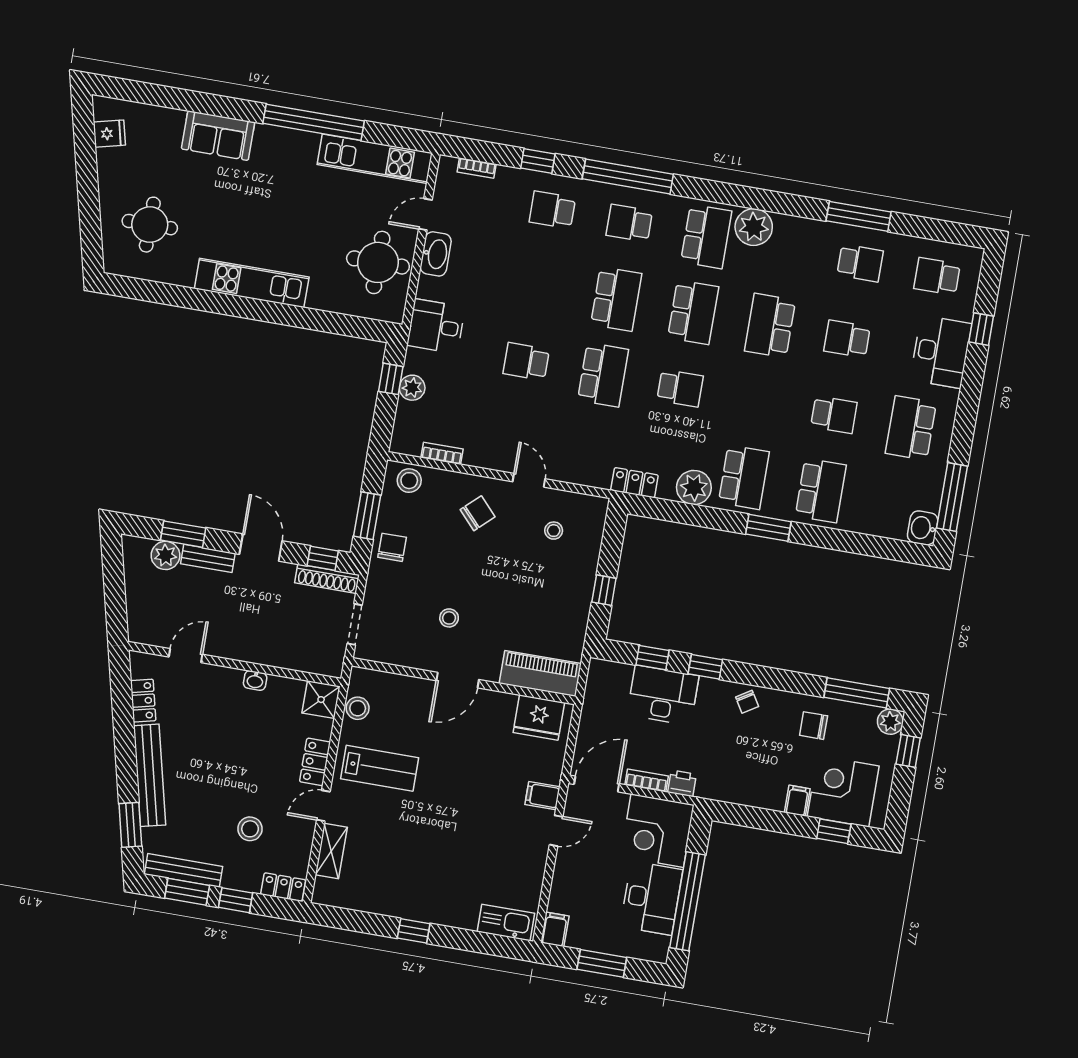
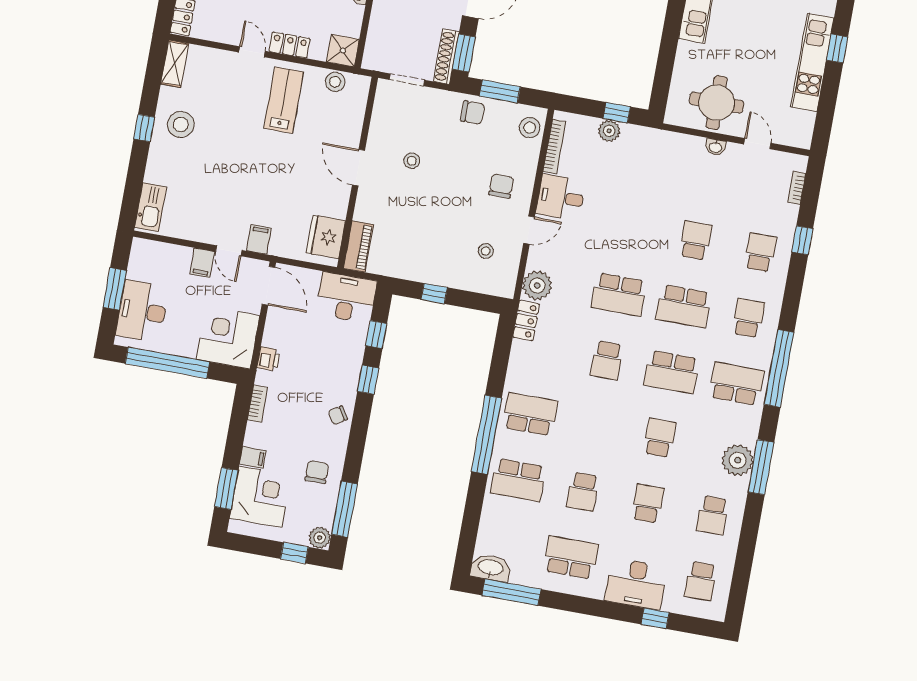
window: (314, 122) -> (837, 48), width x0.32
kitchen unit: (375, 159) -> (812, 62), moved
window: (628, 177) -> (779, 368), moved
window: (859, 216) -> (761, 467), moved
plant: (754, 227) -> (738, 460), moved
school desk: (706, 236) -> (736, 384), turned 180
washbasin: (436, 254) -> (715, 147), width x0.52, depth x0.69
school desk: (937, 276) -> (701, 581), turned 180
desk: (436, 326) -> (561, 197), moved, turned -90
school desk: (770, 326) -> (660, 438), width x0.54
school desk: (526, 362) -> (695, 240), moved
bookcase: (442, 453) -> (554, 147), width x1.56
school desk: (744, 477) -> (530, 414), turned 180
plant: (694, 487) -> (537, 285), moved
chair: (478, 513) -> (501, 186), turned -137
window: (768, 528) -> (486, 435), width x2.11
washbasin: (923, 528) -> (491, 568), width x1.38
window: (323, 558) -> (464, 53), width x1.50
piano: (540, 674) -> (358, 246), width x0.73, depth x0.75
desk: (663, 695) -> (346, 298), moved, turned -90
lab bench: (380, 768) -> (284, 100), turned 180
bookcase: (647, 780) -> (257, 404), moved
window: (834, 831) -> (226, 489), width x1.50
shelving: (331, 851) -> (175, 64), moved, turned 90
stool: (409, 888) -> (181, 124), added
desk: (651, 898) -> (142, 311), moved, turned 90
filing cabinet: (555, 929) -> (202, 263), moved, turned 90

